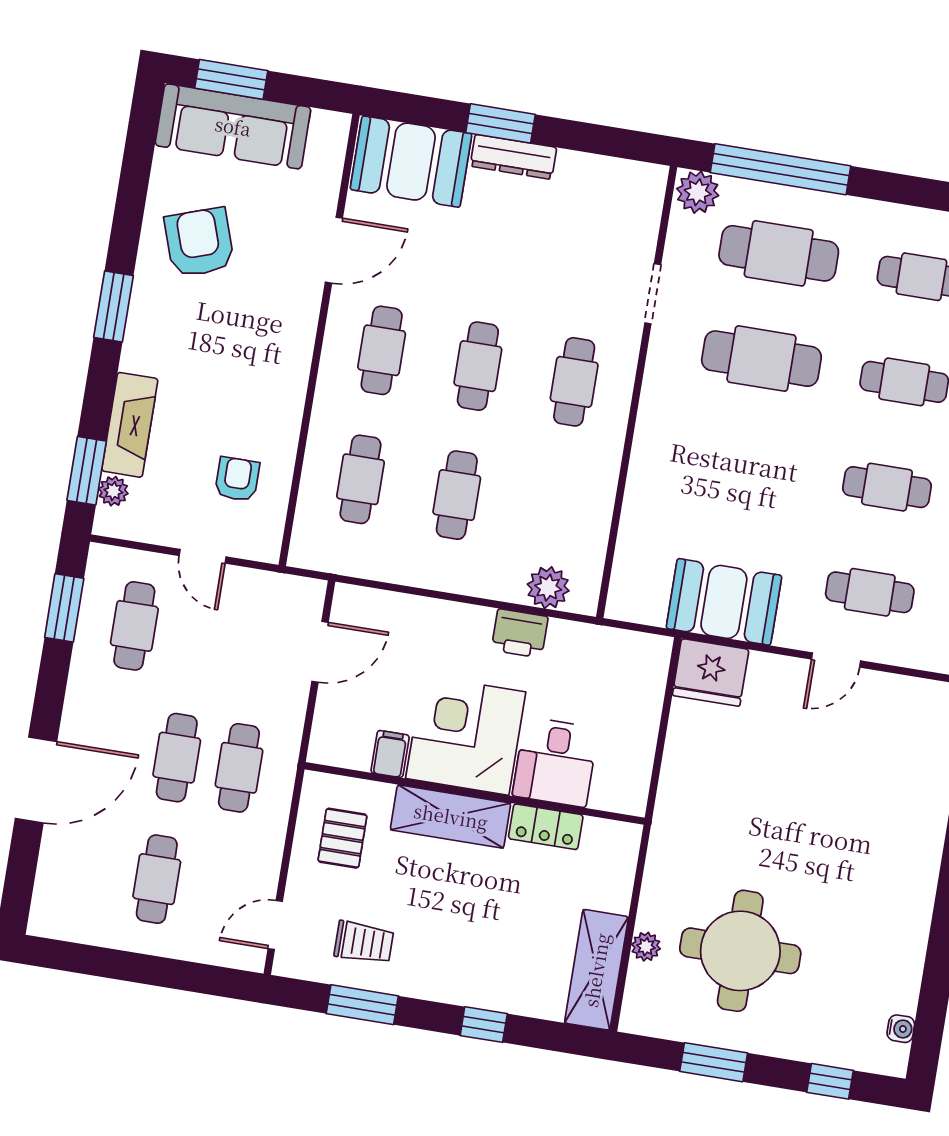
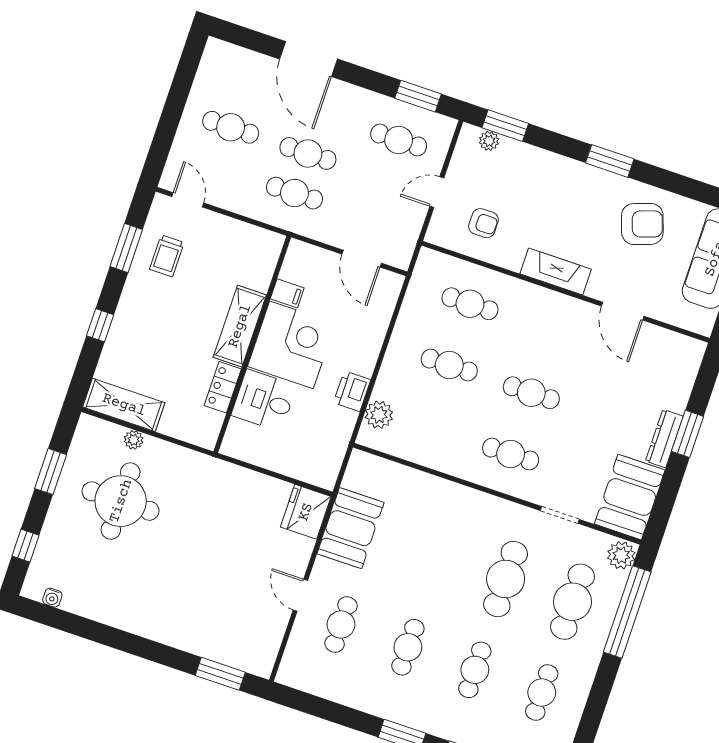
booth: (411, 162) -> (630, 497), moved
cafe table: (382, 350) -> (552, 332), removed
fireplace: (130, 425) -> (556, 271), moved, turned 180
pallet: (342, 838) -> (237, 253), removed

